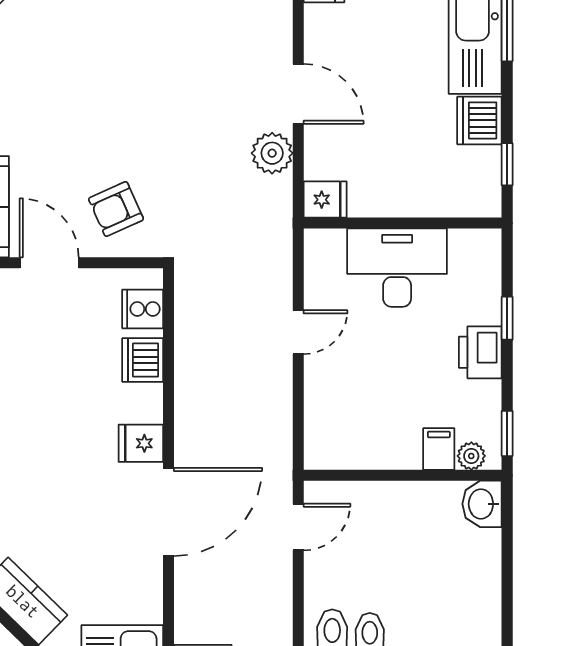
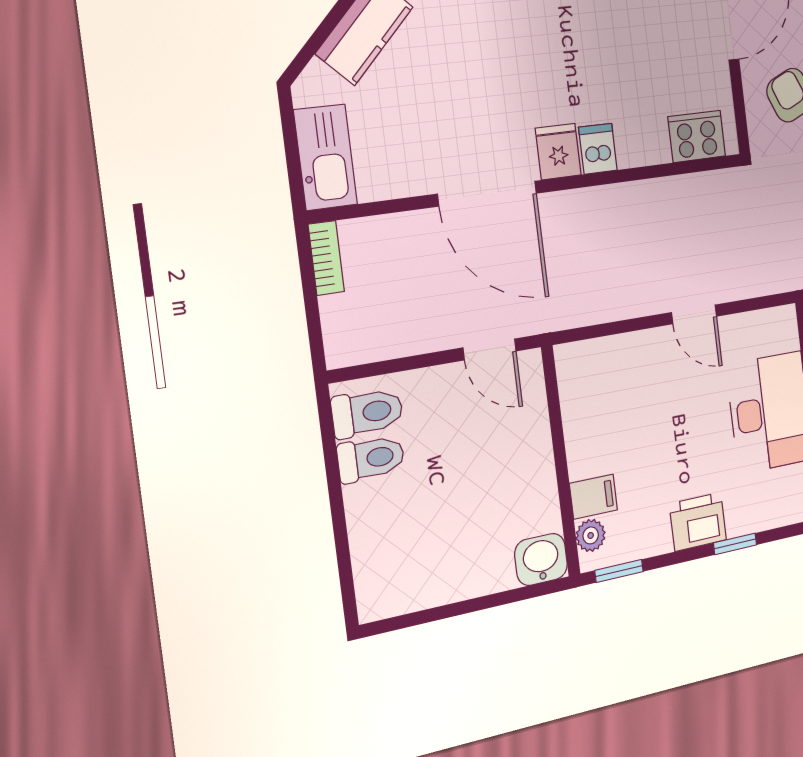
cooker: (143, 309) -> (697, 136), width x1.36
dishwasher: (143, 360) -> (598, 149), moved, width x0.73

